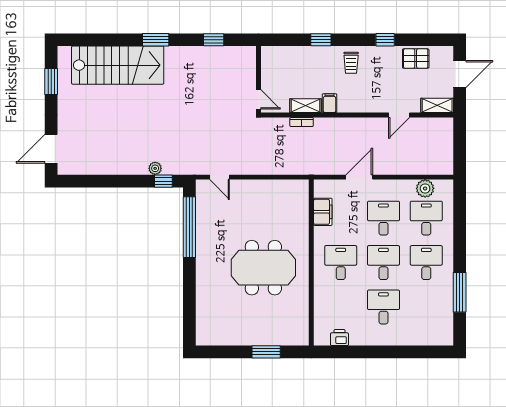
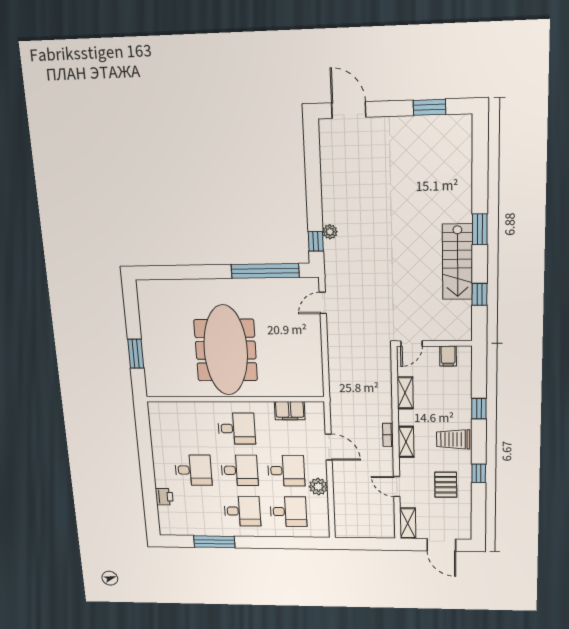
pallet: (416, 59) -> (446, 485), moved
trolley: (351, 63) -> (453, 439), width x1.36, depth x1.39
stairs: (118, 65) -> (457, 262), moved, width x0.73, depth x0.66
filing cabinet: (330, 103) -> (448, 356), moved, turned 90
shelving: (354, 106) -> (406, 442), added
bookcase: (302, 122) -> (388, 435), moved
plant: (425, 188) -> (318, 487), moved
meeting table: (263, 268) -> (226, 350), width x1.36
printer: (339, 338) -> (164, 497), moved

